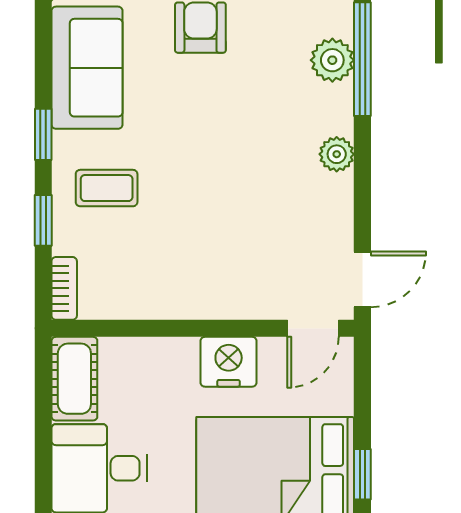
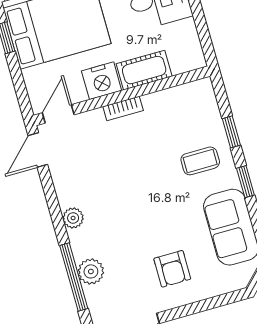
bookcase: (64, 288) -> (123, 109), moved, turned -90
cot: (74, 379) -> (144, 70), moved, turned 90

